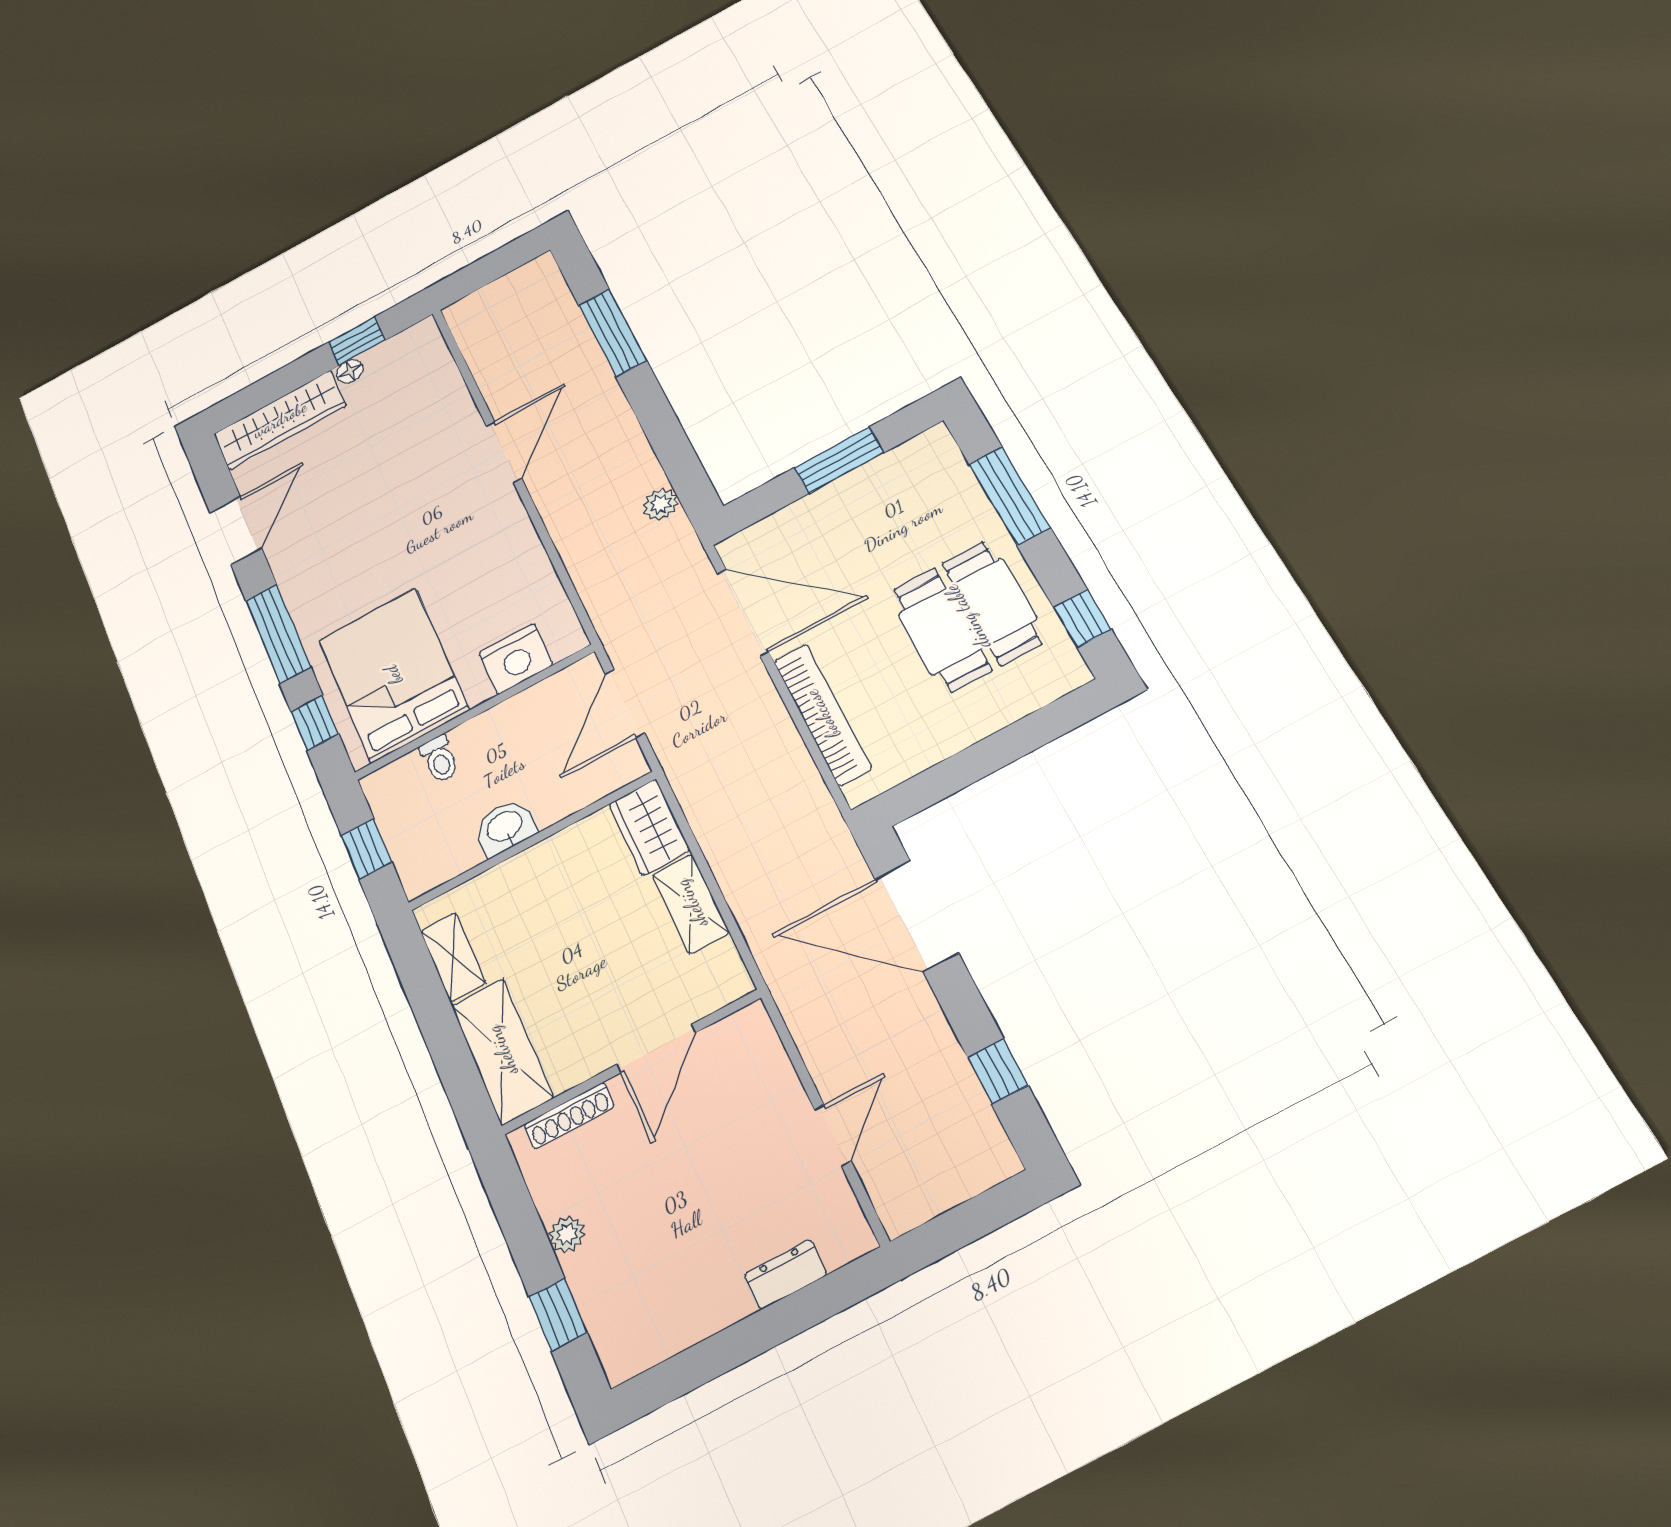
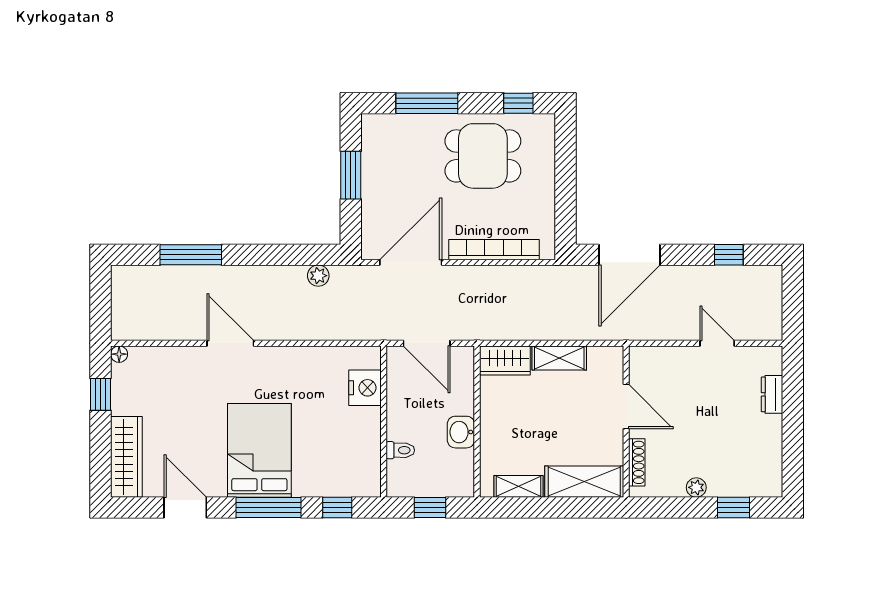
floor lamp: (350, 371) -> (119, 354), moved
bed: (393, 675) -> (259, 450), moved, turned 90

